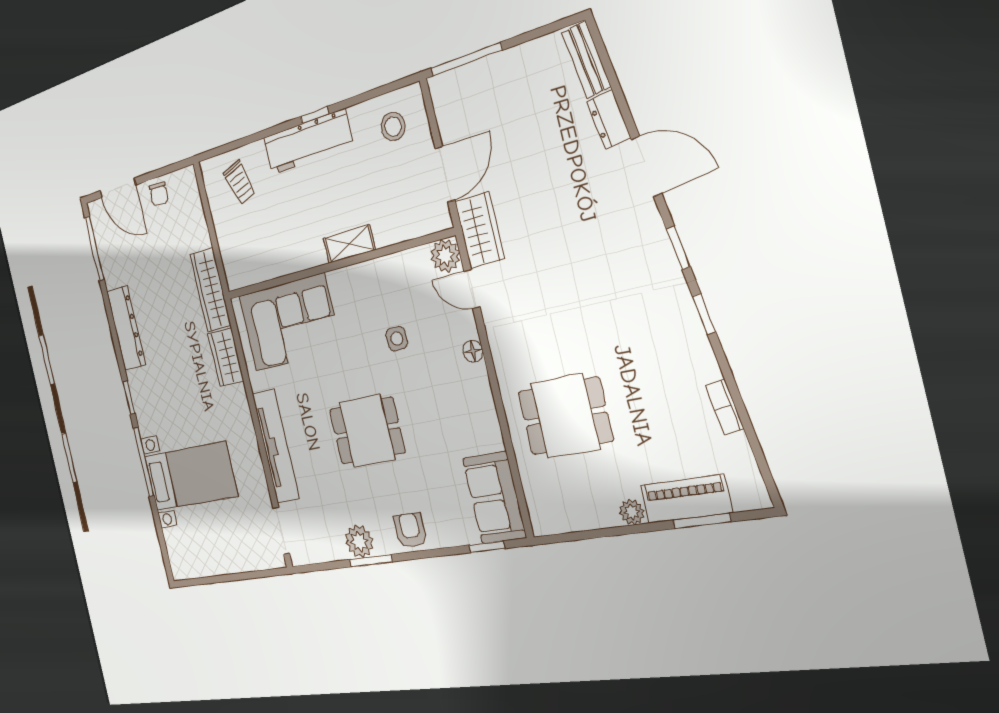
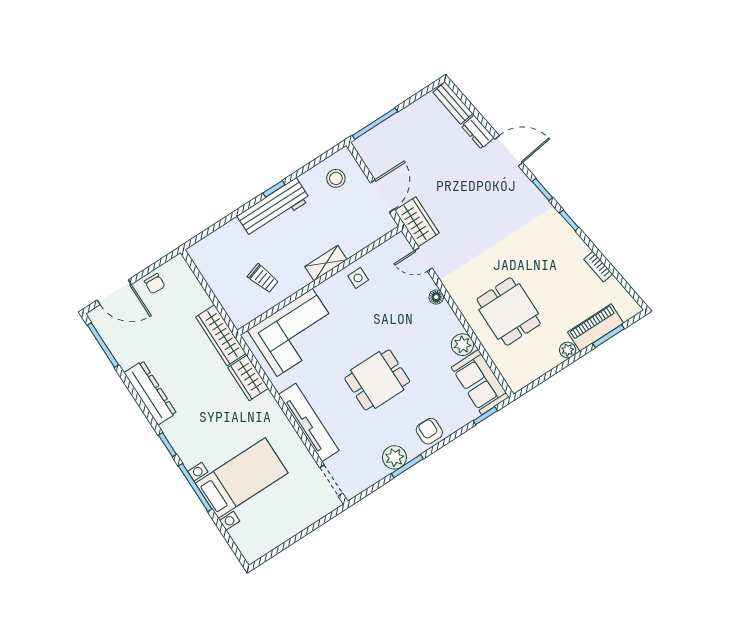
trolley: (239, 182) -> (263, 278), moved
plant: (445, 256) -> (462, 345), moved
side table: (397, 339) -> (358, 278), moved
dining table: (565, 416) -> (509, 312), turned 90

